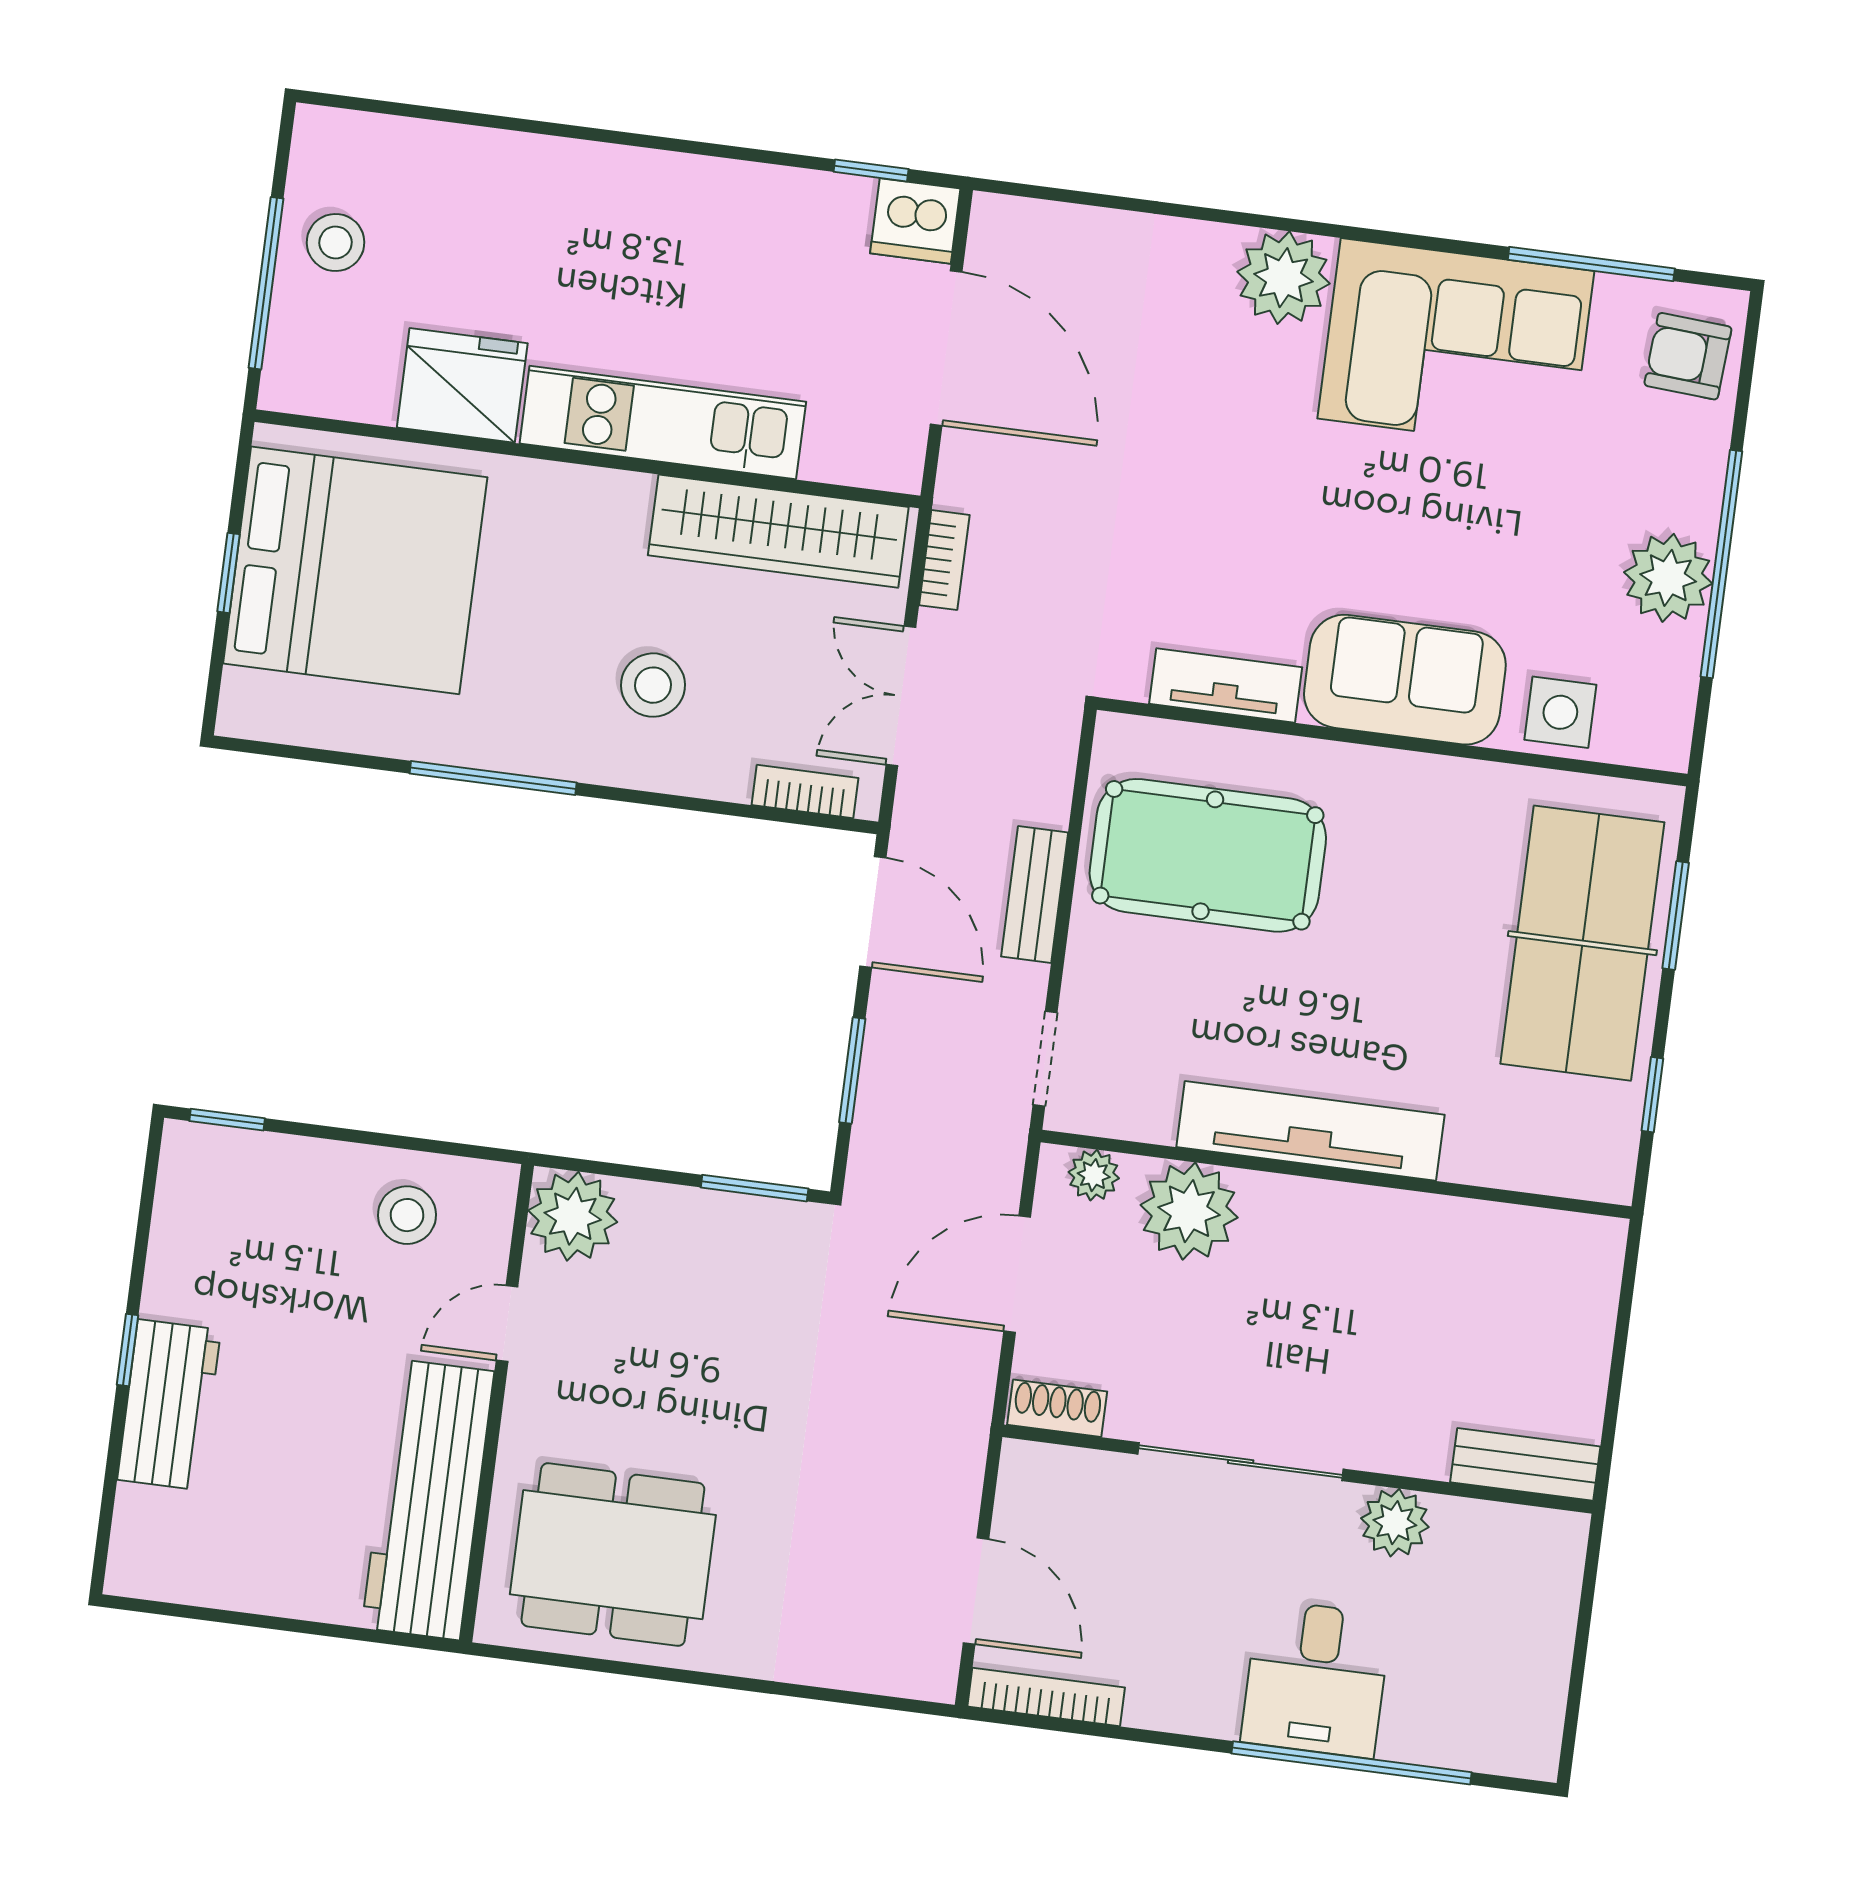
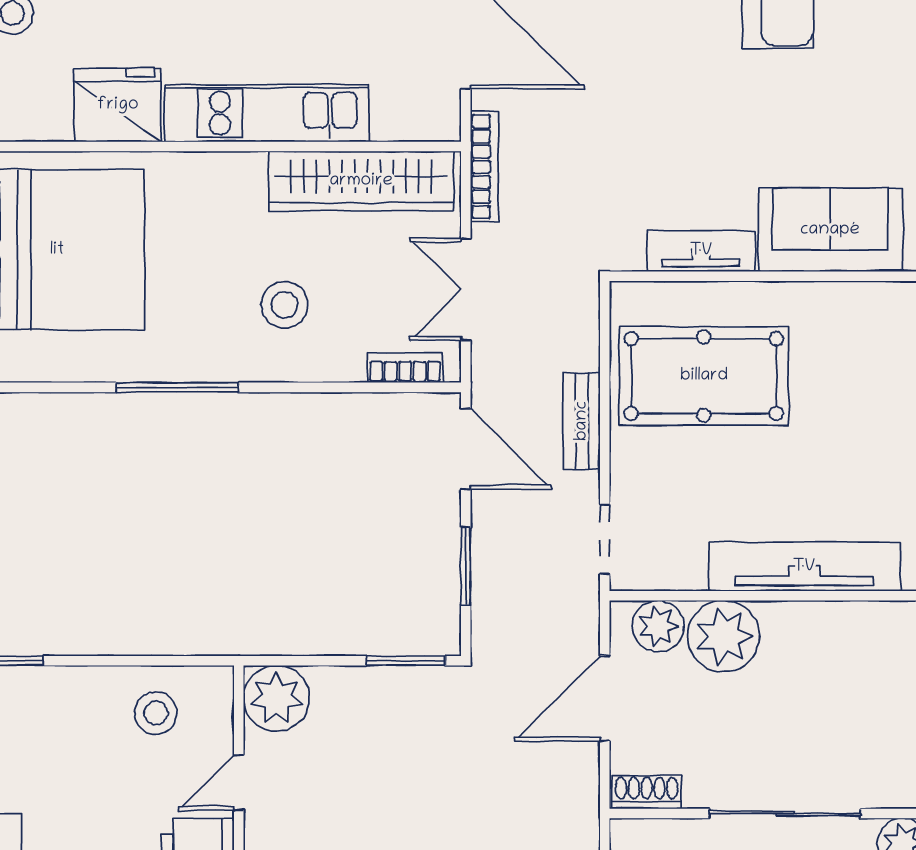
bookcase: (944, 560) -> (485, 167), width x1.56
plant: (1094, 1175) -> (658, 626), width x1.38, depth x1.38

